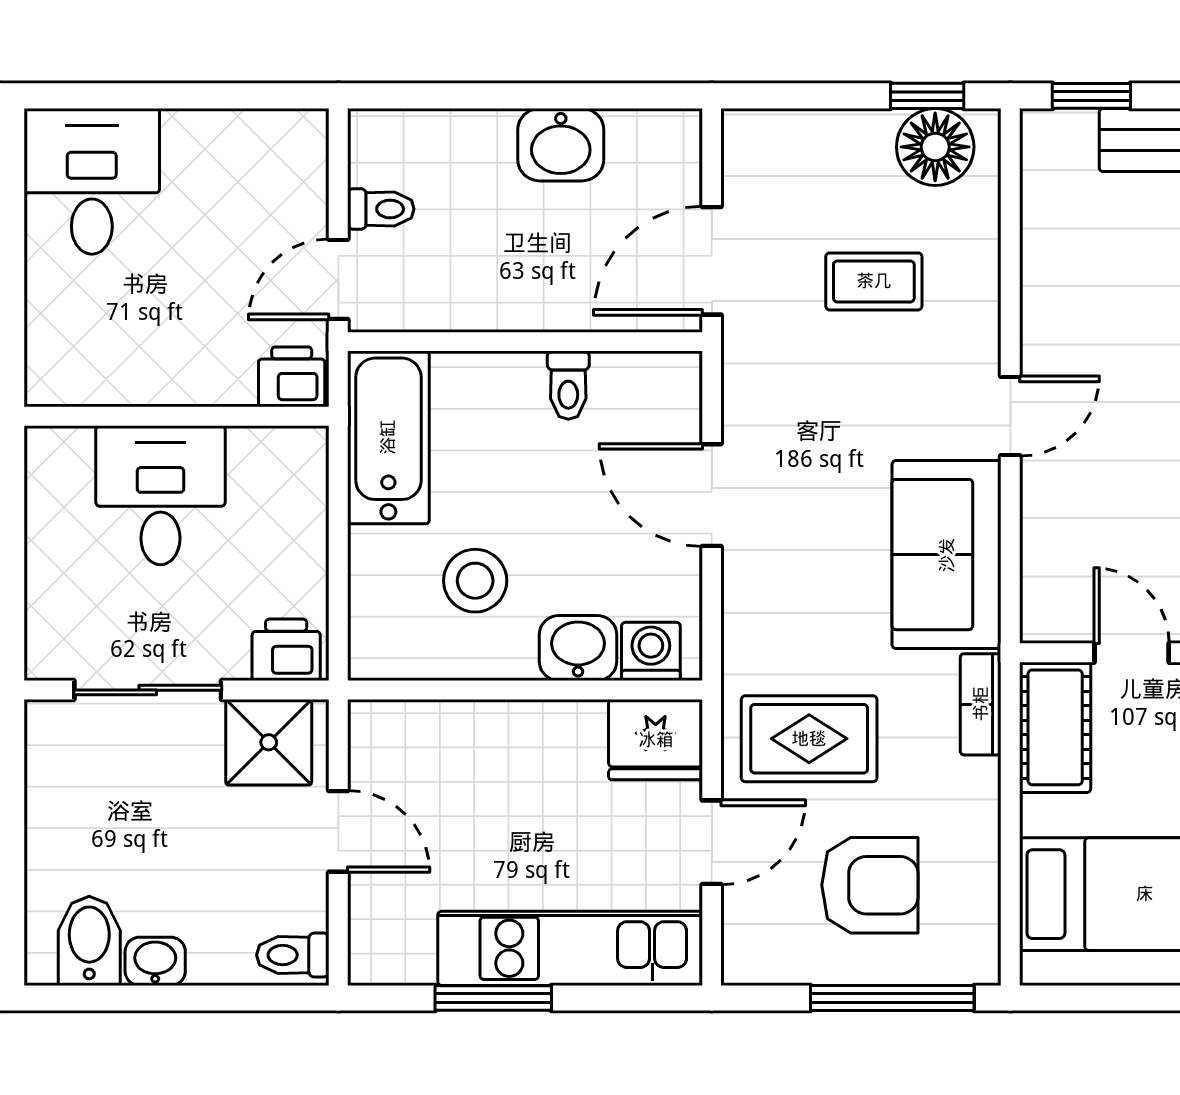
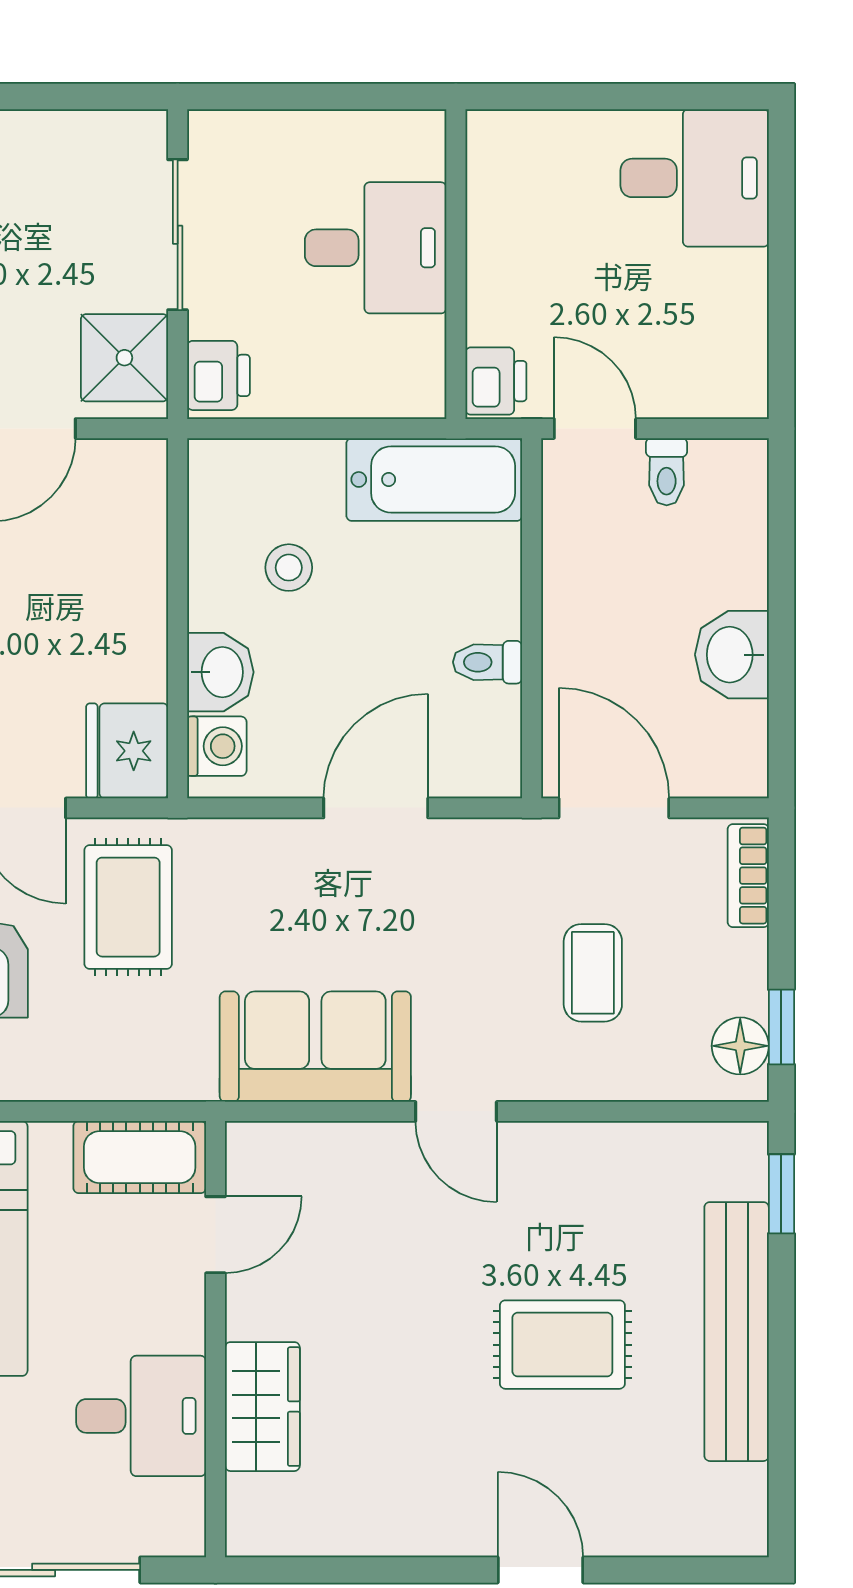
floor lamp: (935, 147) -> (740, 1046), width x0.73, depth x0.73
stool: (475, 581) -> (289, 568), width x0.73, depth x0.73
bookcase: (981, 704) -> (748, 876), moved, turned -90

